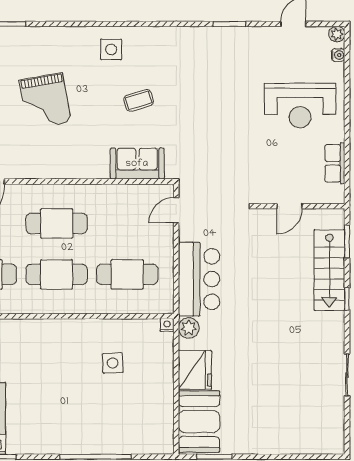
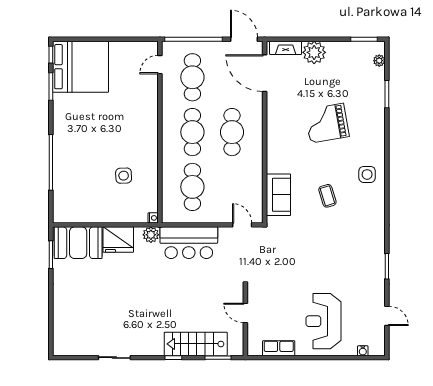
plant: (337, 34) -> (379, 350), removed

